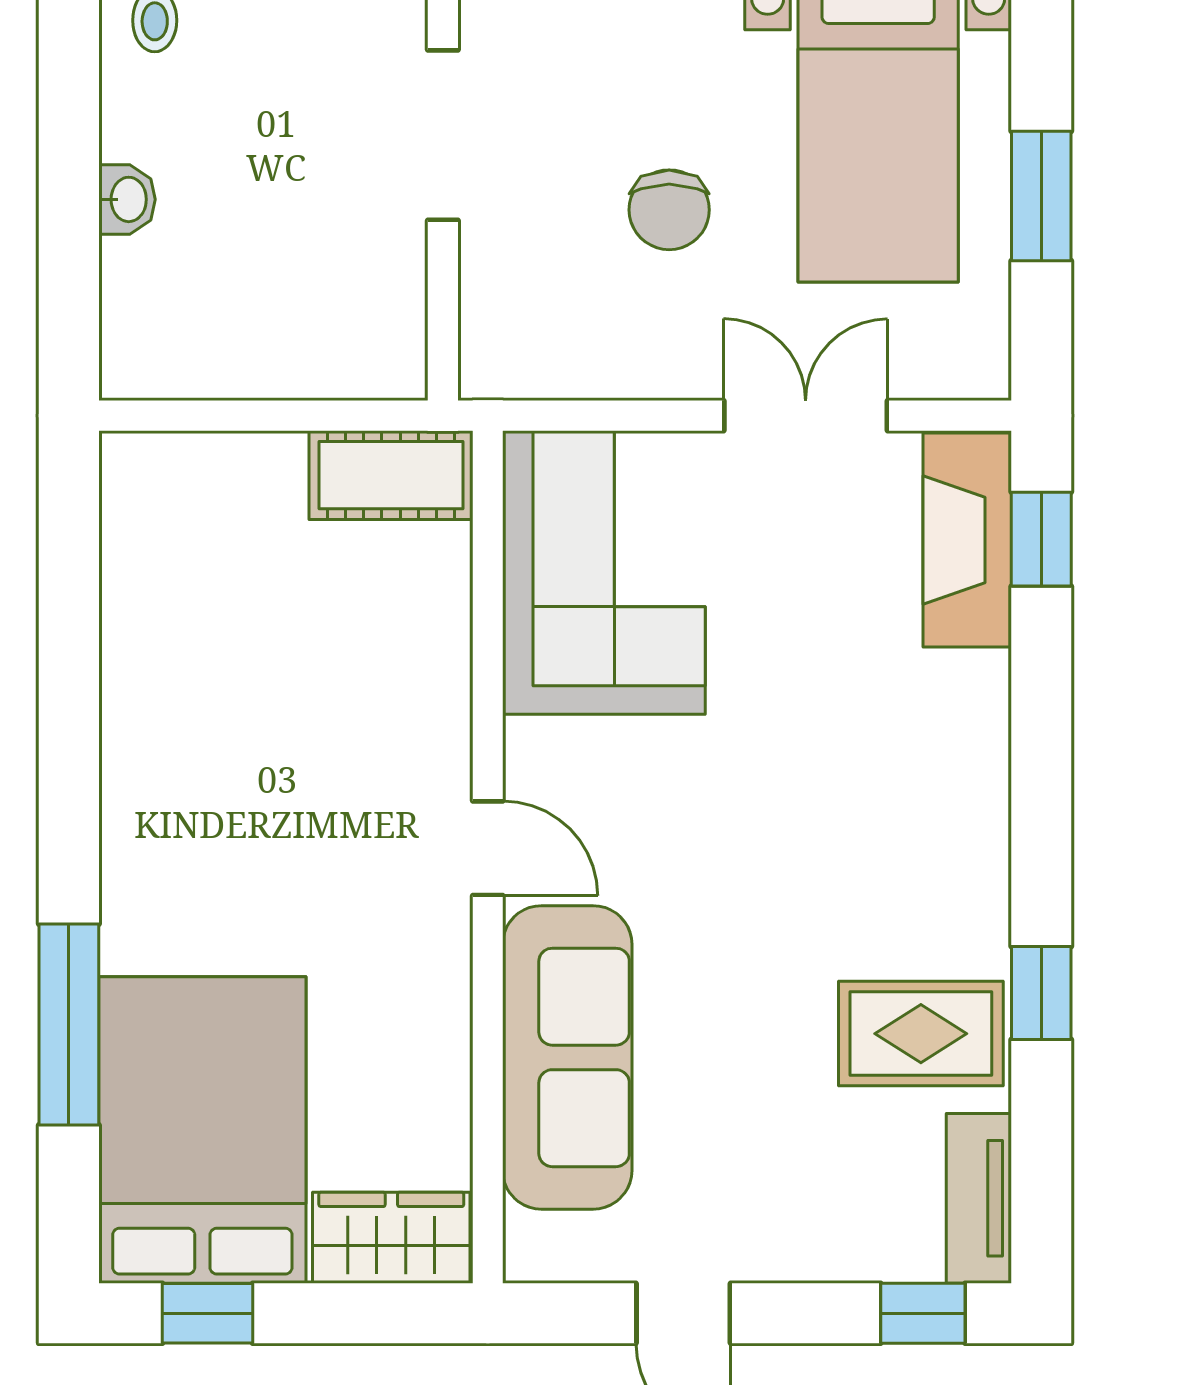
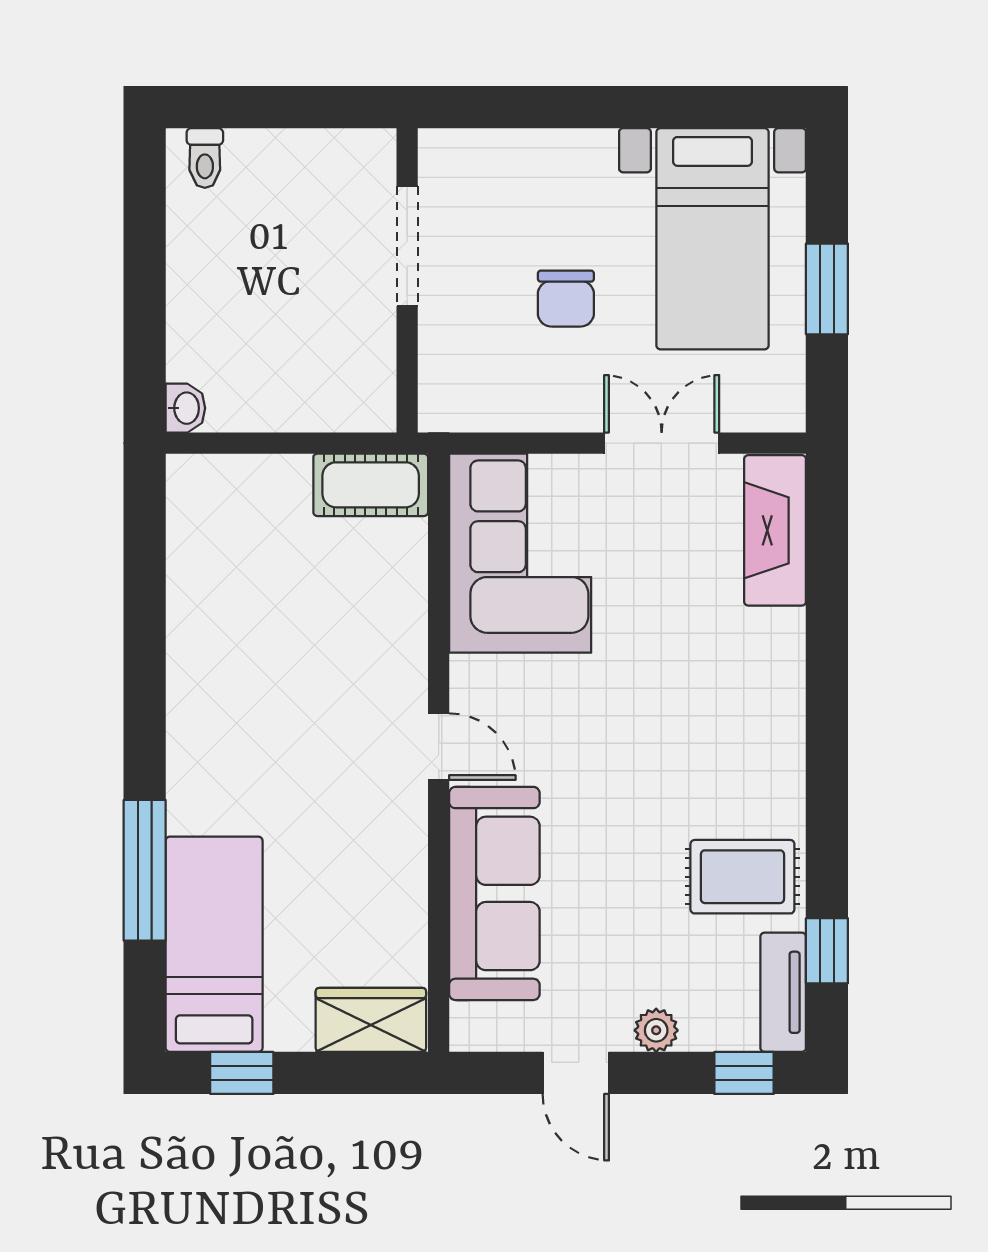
washbasin: (127, 199) -> (185, 408), moved
window: (1041, 539) -> (827, 530), removed
window: (1041, 993) -> (827, 951), moved
bed: (202, 1130) -> (214, 944), width x0.67
plant: (798, 1252) -> (656, 1030), added

